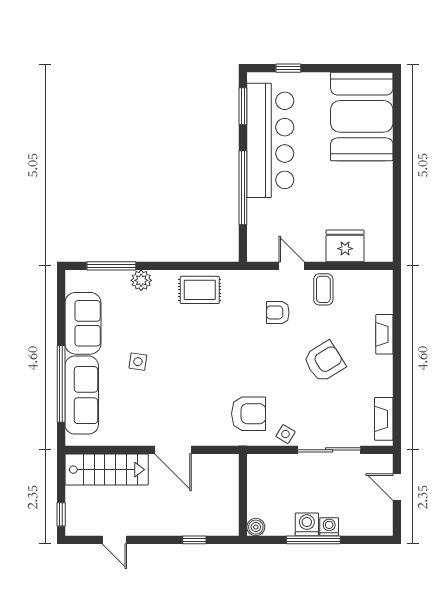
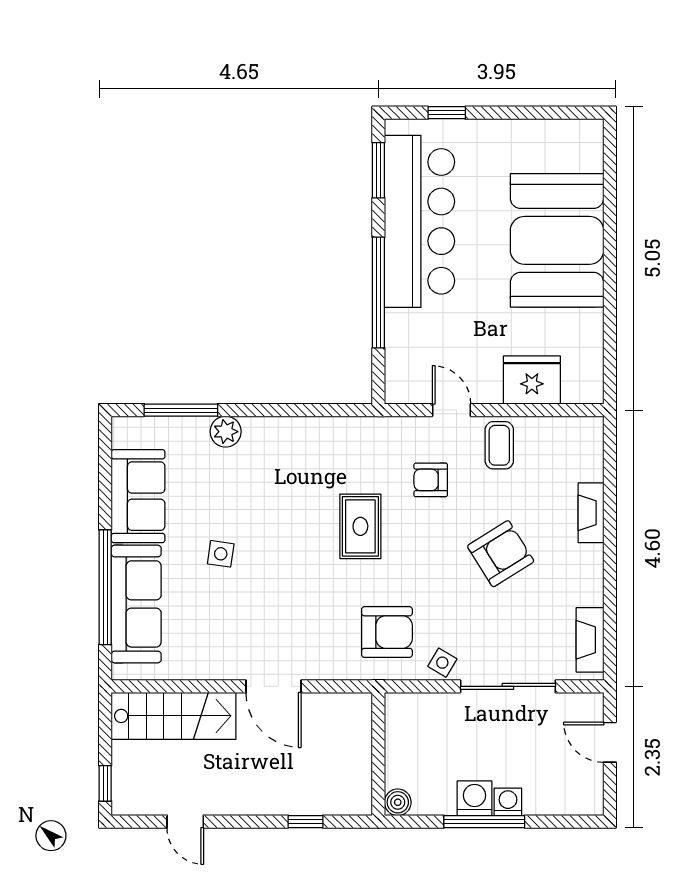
booth: (362, 116) -> (557, 240), moved
rug: (200, 290) -> (360, 526), moved, turned 90

